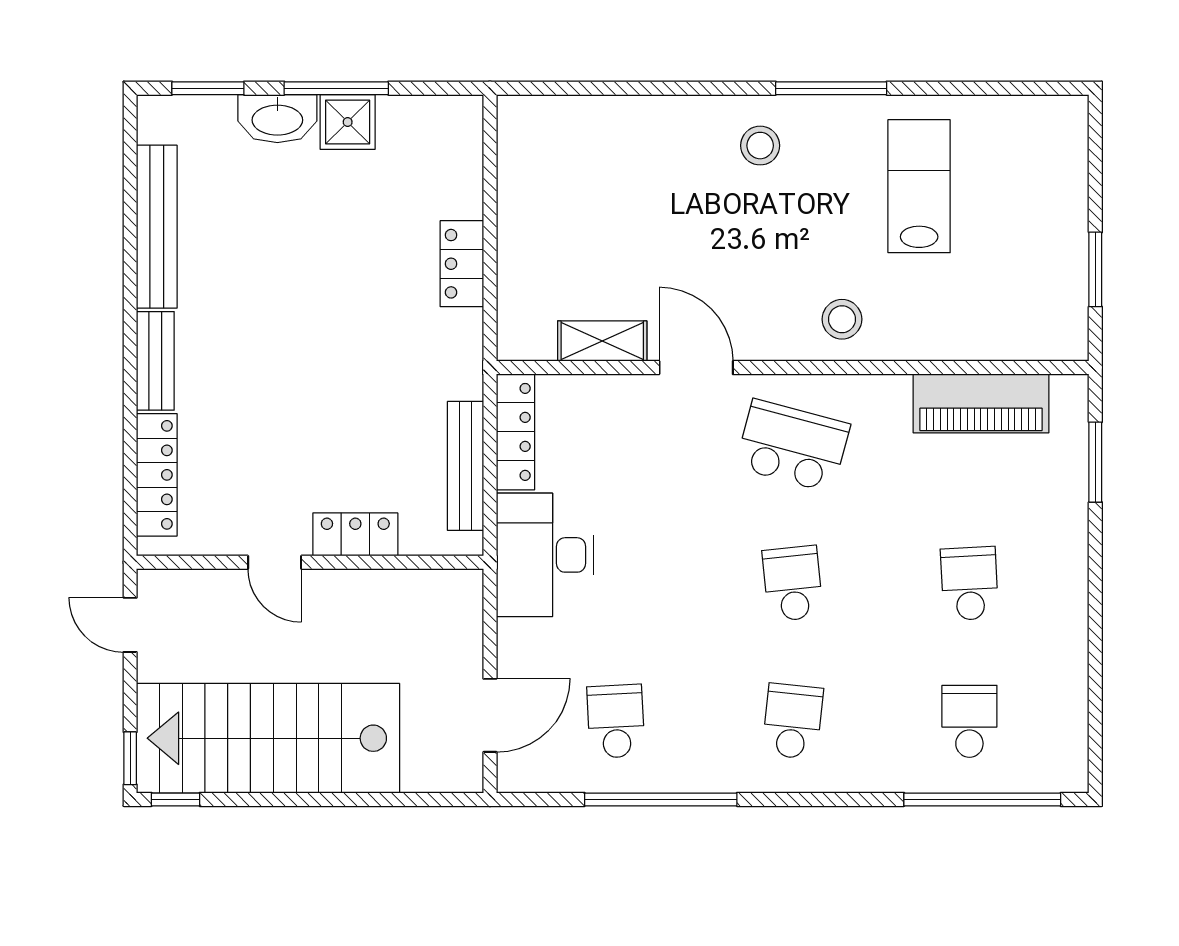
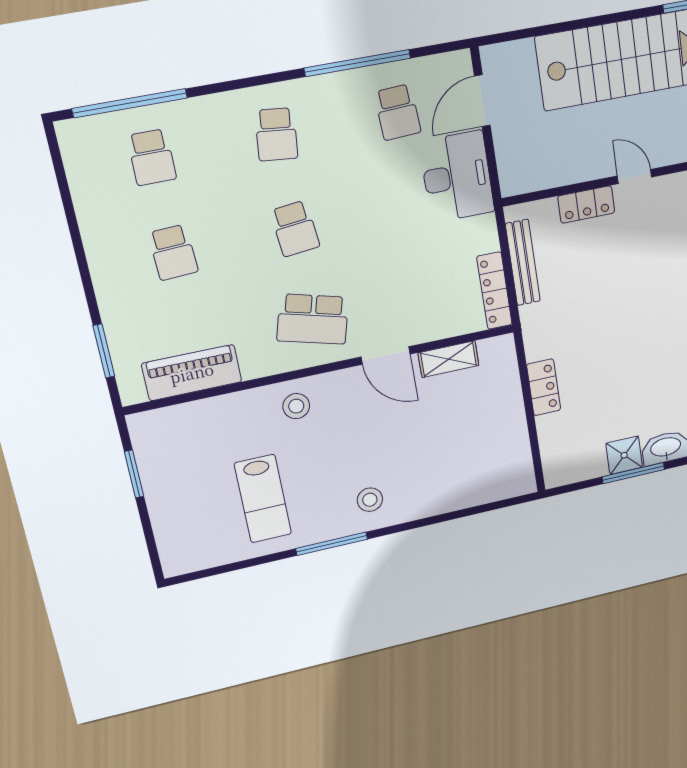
desk: (545, 555) -> (457, 177), moved

